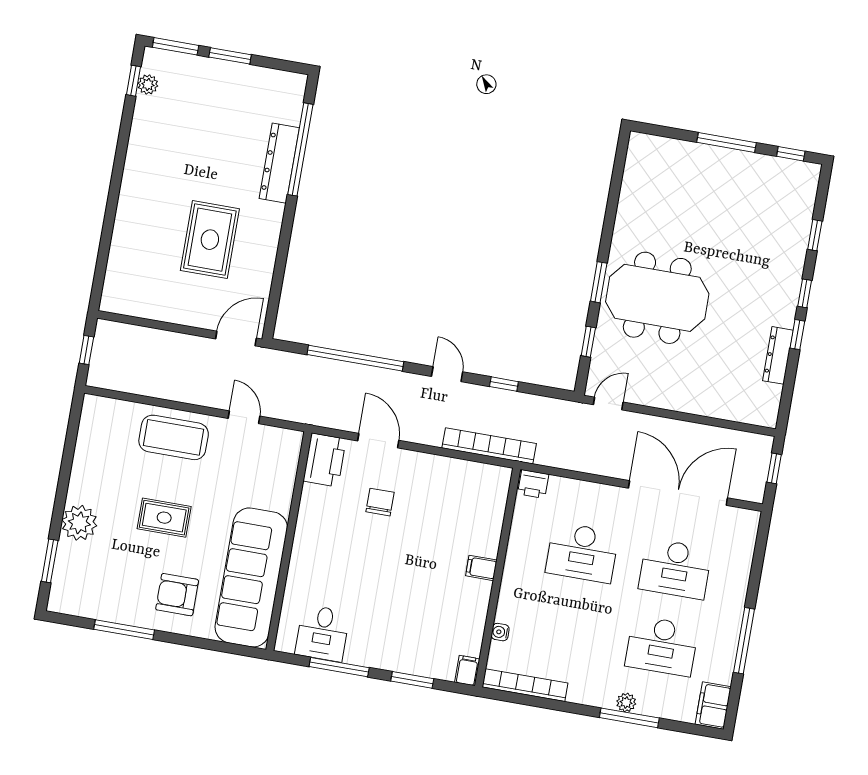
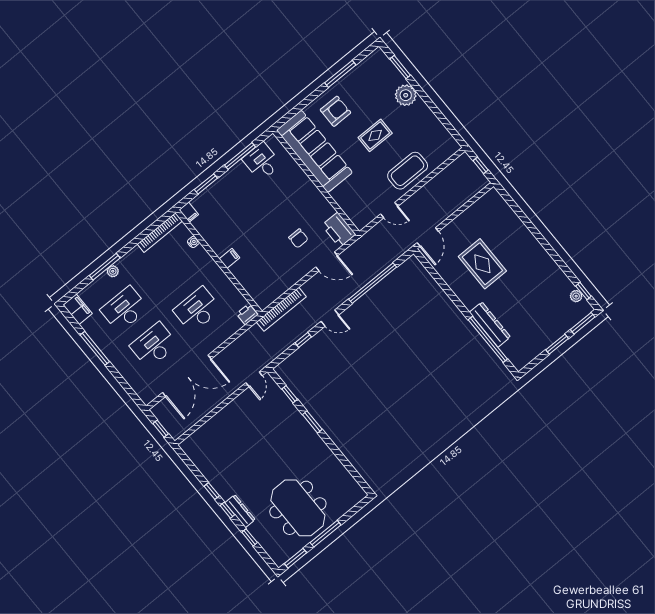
window: (791, 154) -> (296, 558), width x1.50
meeting table: (657, 298) -> (298, 508), moved, turned 90
dresser: (778, 355) -> (240, 511), moved

